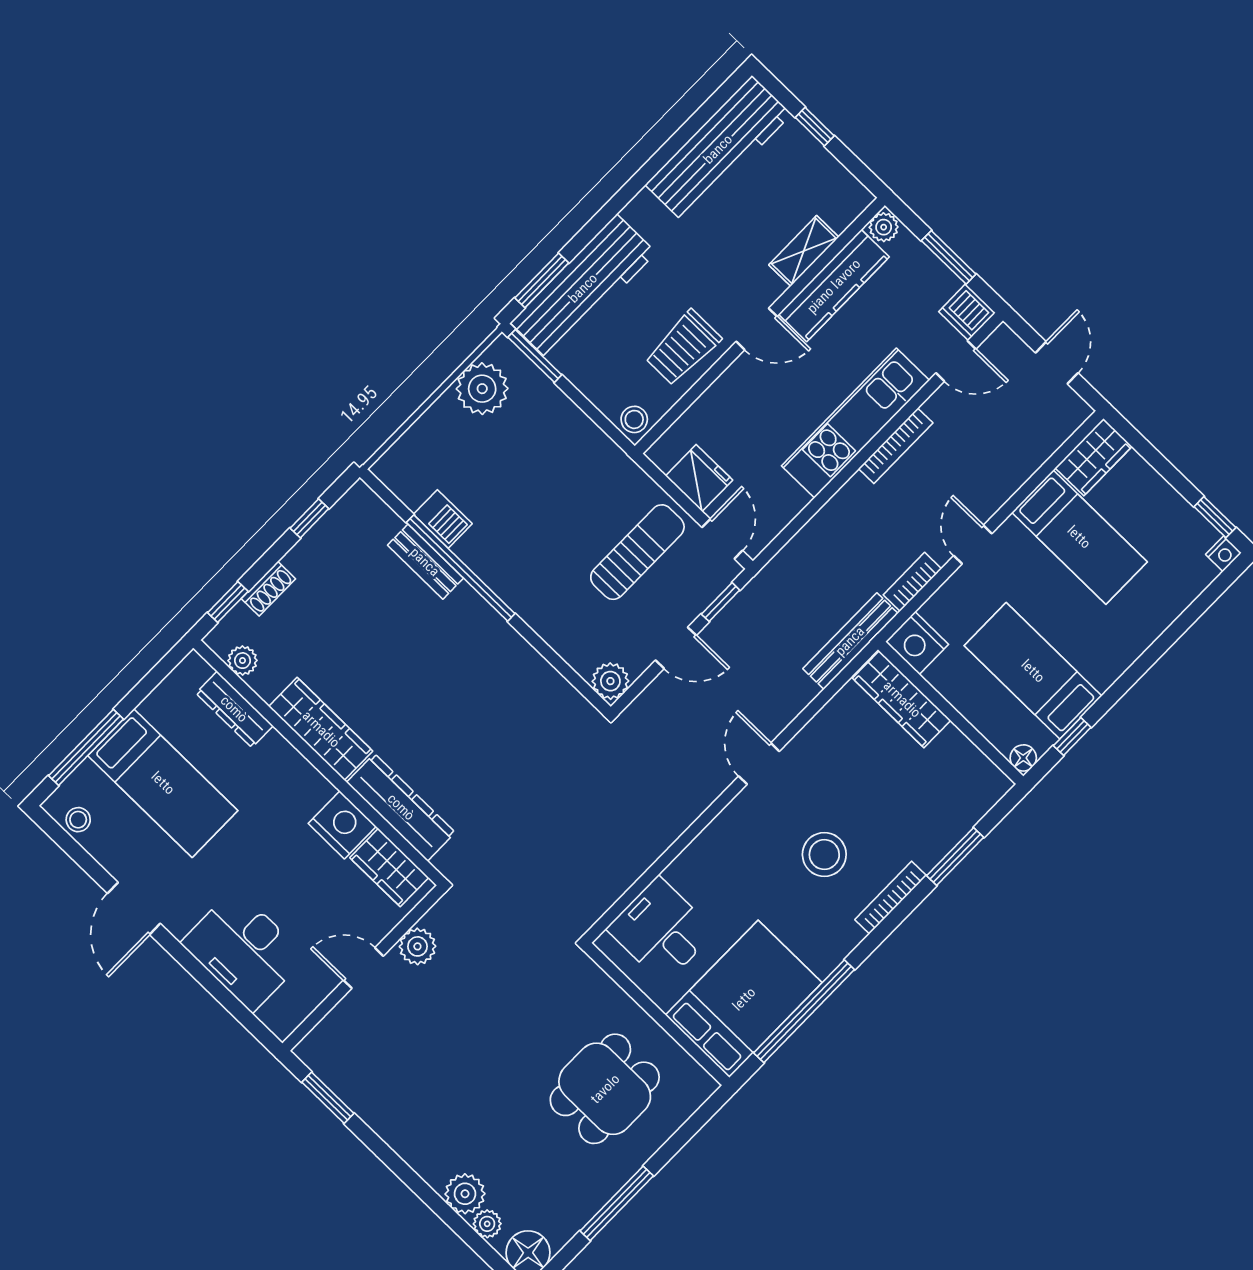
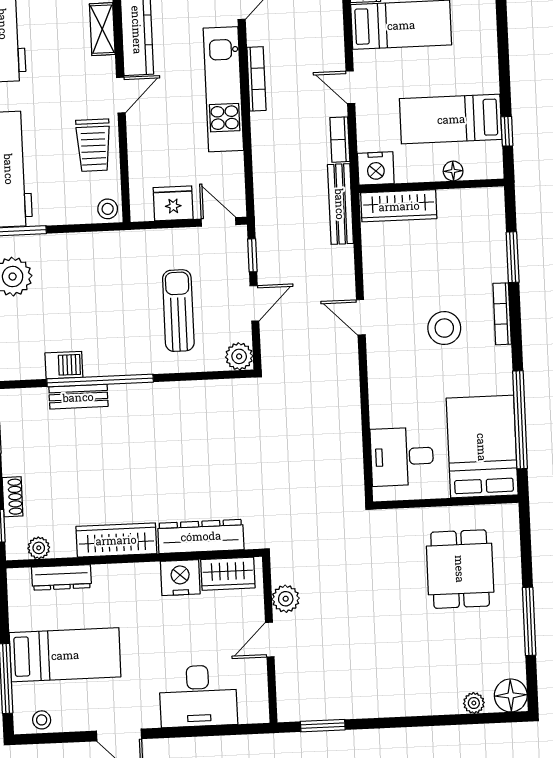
sun lounger: (637, 552) -> (178, 311), moved
floor lamp: (1023, 758) -> (453, 171), moved
plant: (465, 1194) -> (446, 700), removed

